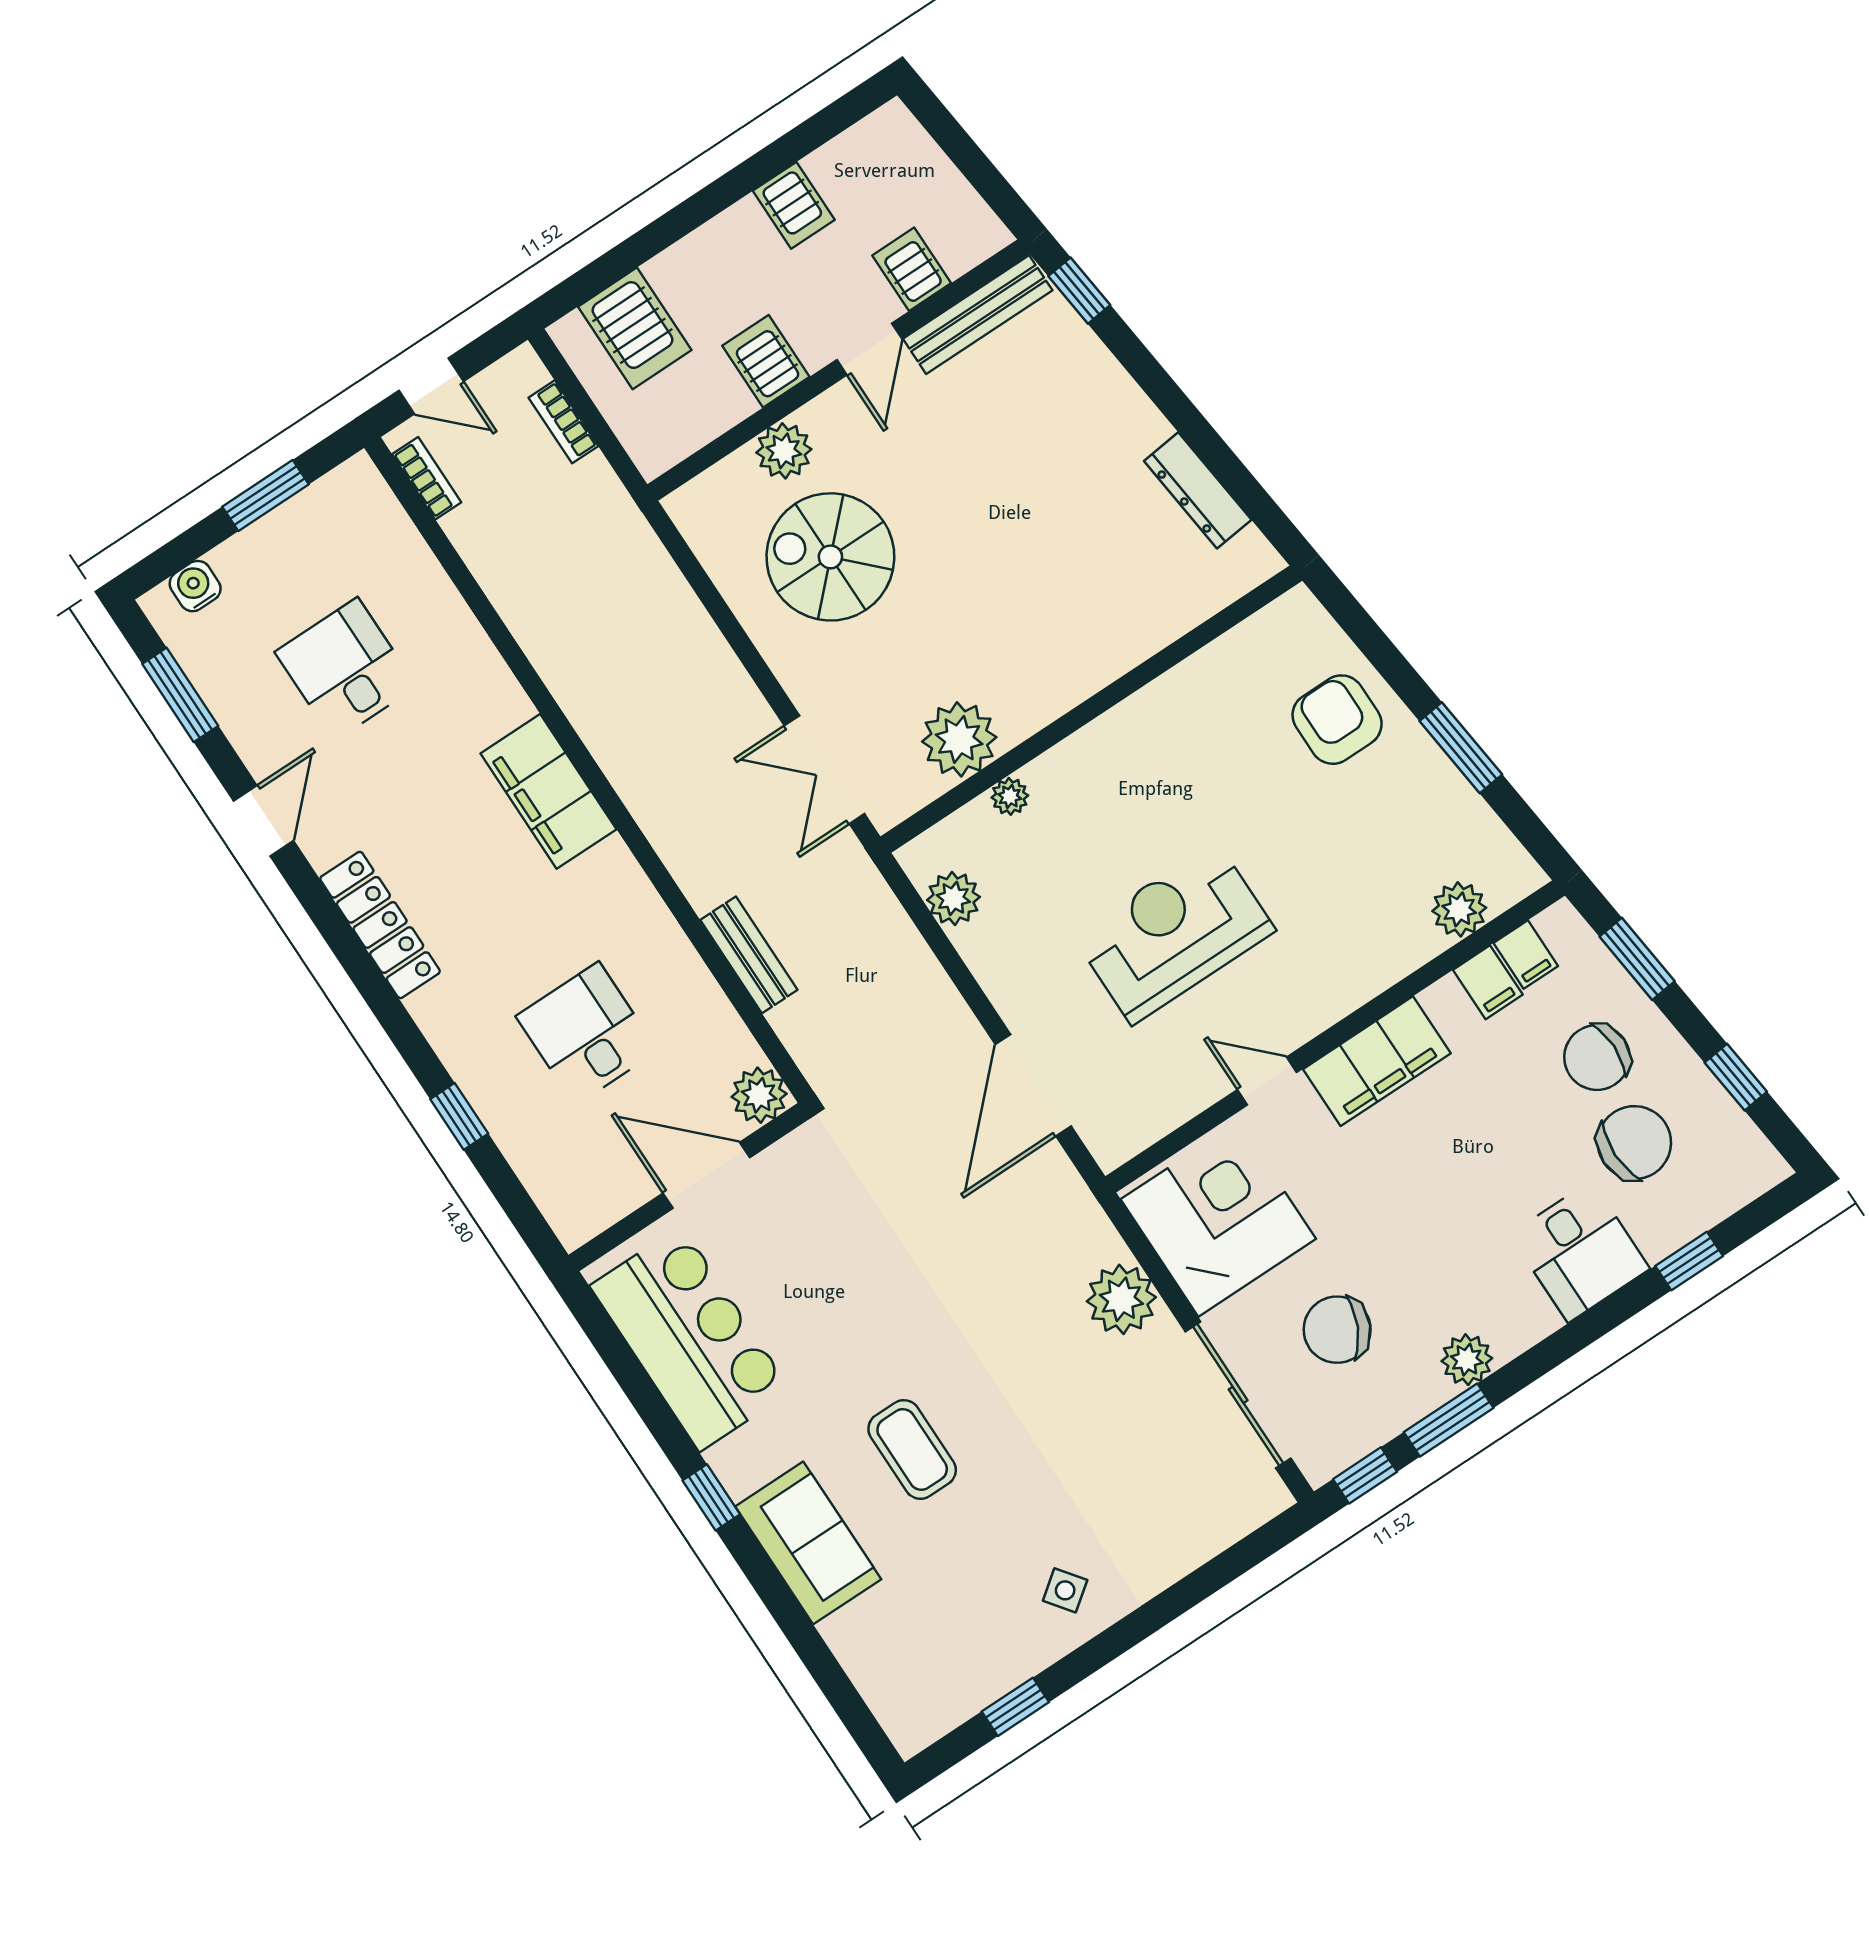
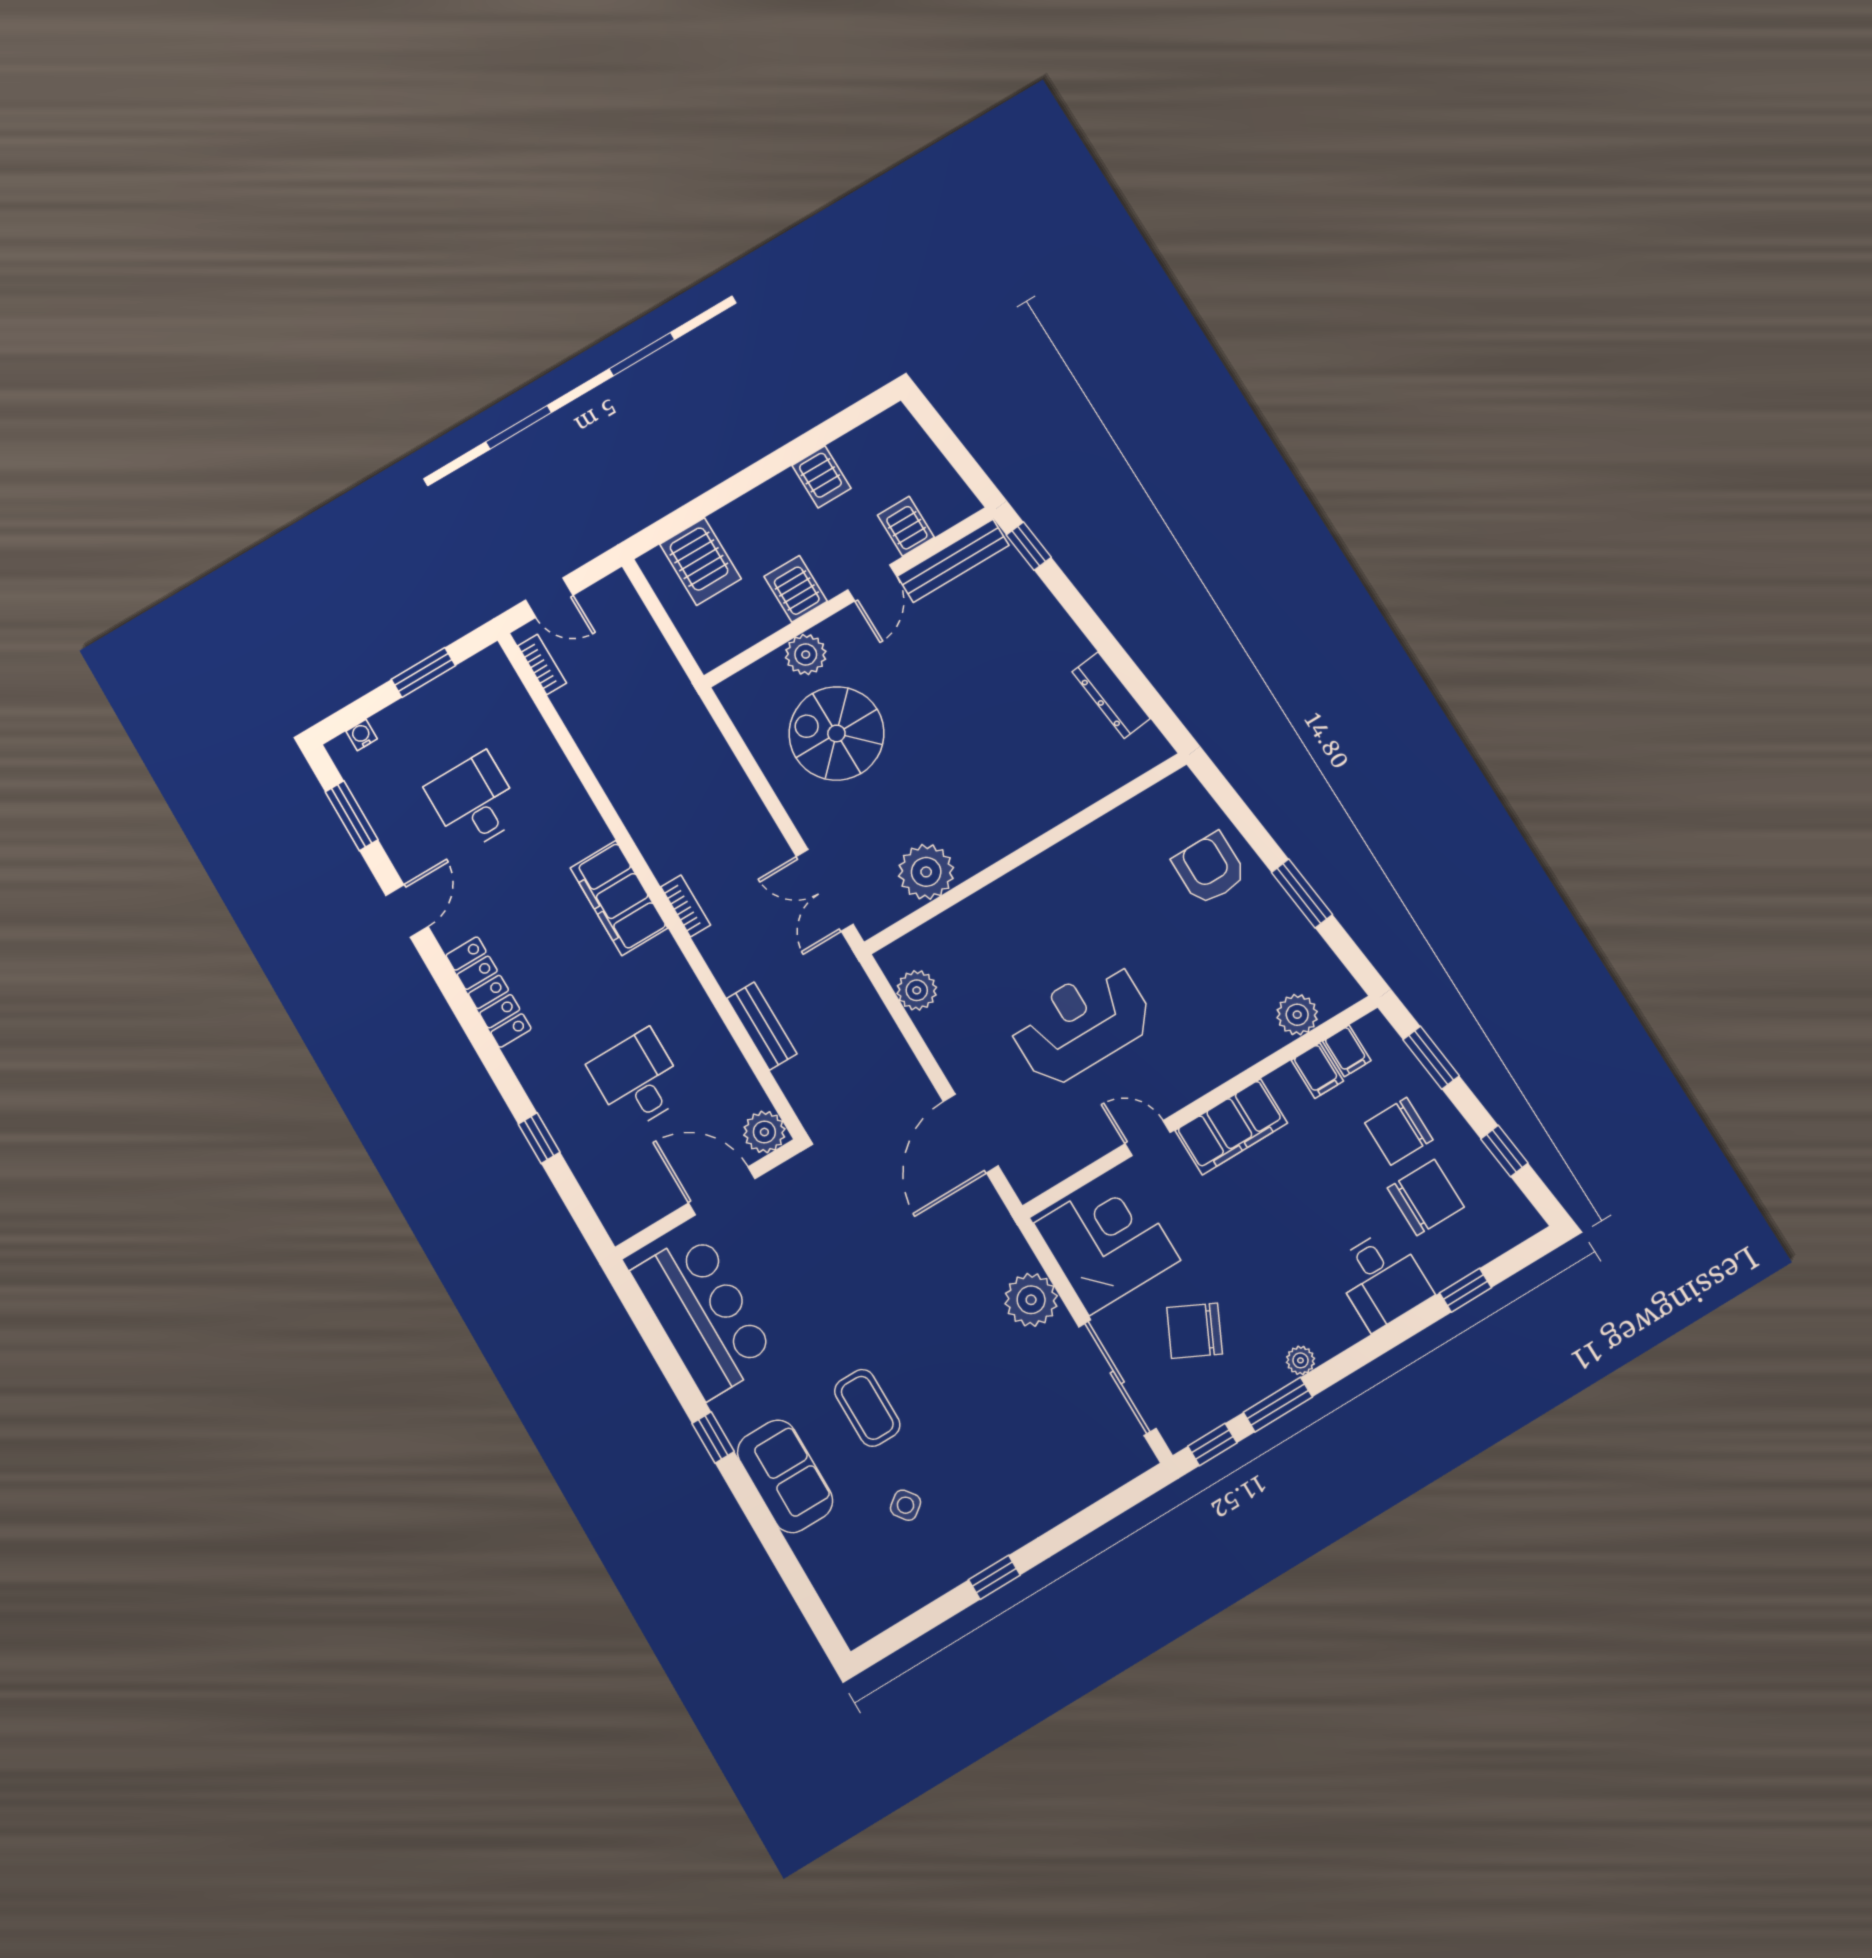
bookcase: (563, 422) -> (686, 906), moved, turned 180
water cooler: (195, 586) -> (362, 735), width x0.72, depth x0.72
plant: (1010, 796) -> (962, 916), removed
plant: (1467, 1360) -> (1300, 1360), width x0.73, depth x0.73
side table: (1065, 1590) -> (906, 1505), moved
window: (1015, 1707) -> (994, 1577), moved

